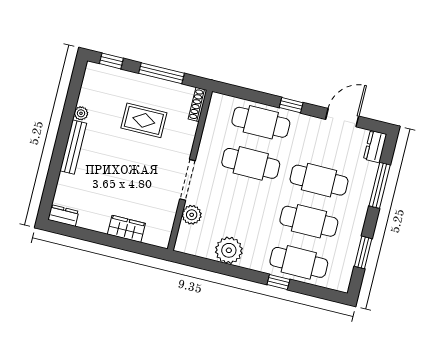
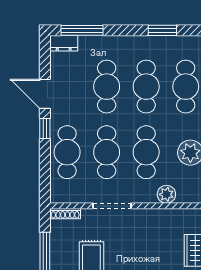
door: (342, 118) -> (45, 94), moved
doorway: (187, 180) -> (112, 206), moved
window: (380, 185) -> (82, 30), moved
cafe table: (241, 204) -> (146, 152), added

